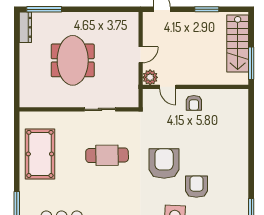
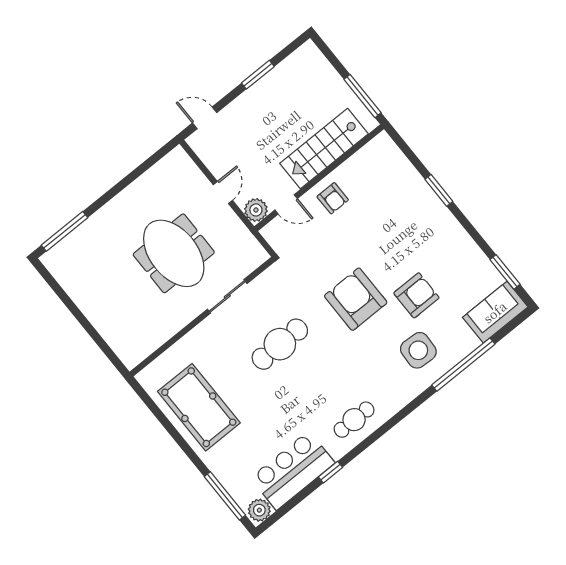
dresser: (25, 27) -> (60, 271), removed
stairs: (238, 43) -> (324, 149), moved, turned 90
meeting table: (73, 60) -> (174, 253), moved
window: (251, 143) -> (439, 190), added
armchair: (196, 187) -> (416, 295), turned 90

